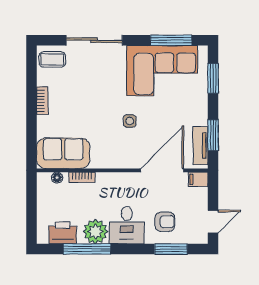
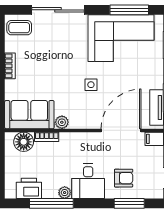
plant: (98, 162) -> (62, 122), added
floor lamp: (57, 178) -> (24, 142), width x1.89, depth x1.89
plant: (95, 232) -> (65, 193), width x0.53, depth x0.53

